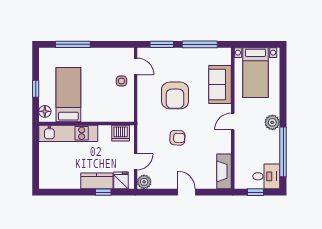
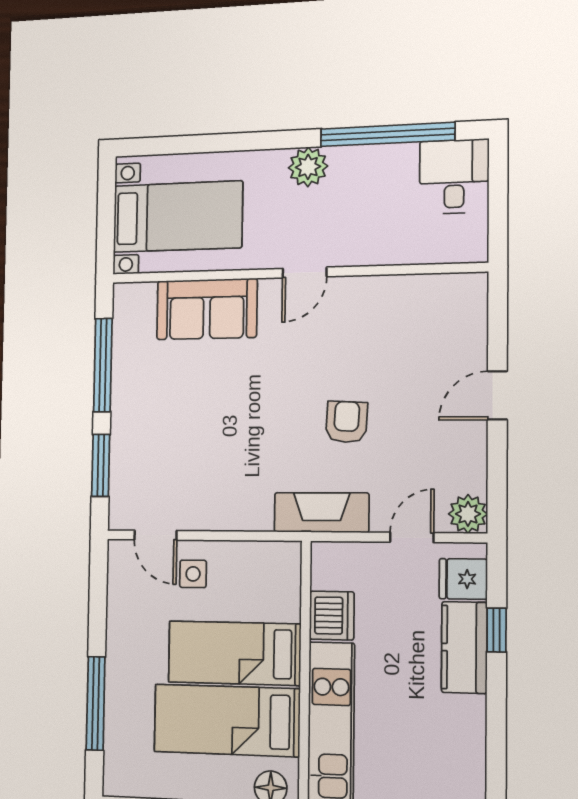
door: (136, 66) -> (155, 535), swing flipped
armchair: (175, 95) -> (233, 429), removed
bed: (93, 97) -> (234, 653), added
door: (233, 122) -> (305, 273), hinge flipped
dishwasher: (121, 133) -> (332, 616), moved
door: (136, 162) -> (412, 537), hinge flipped
fireplace: (224, 171) -> (322, 513), moved, turned 180
window: (256, 192) -> (498, 204), removed

